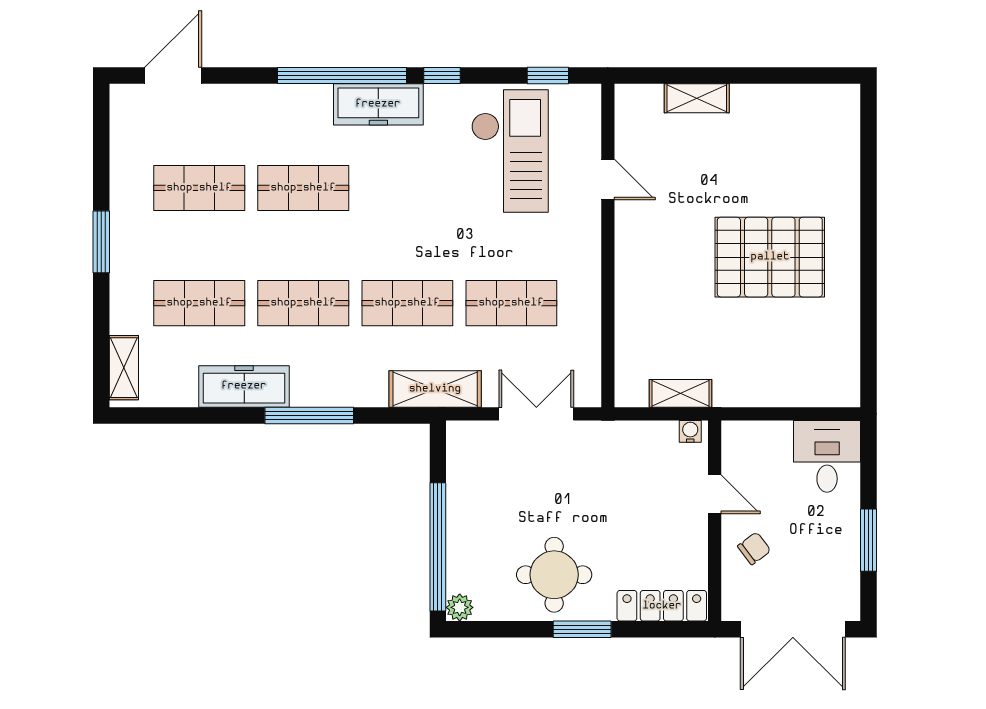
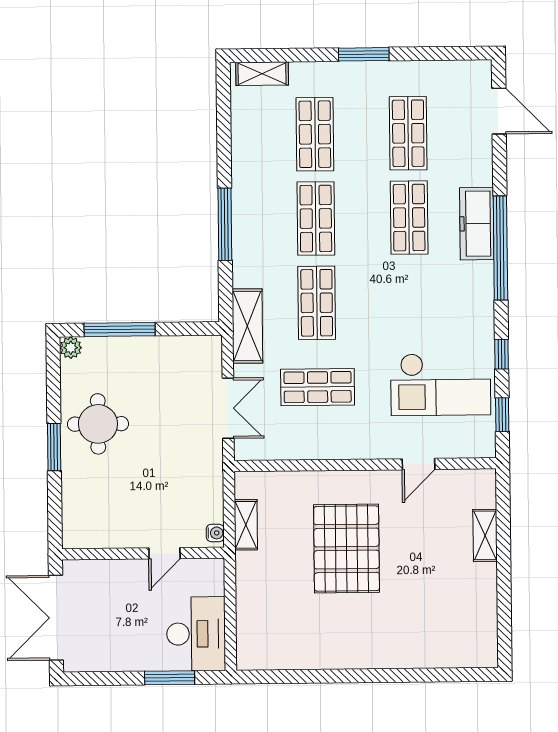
window: (442, 76) -> (502, 354), moved
freezer: (378, 104) -> (477, 224), moved
pallet: (770, 257) -> (347, 549), moved
shop shelf: (511, 303) -> (318, 387), turned 90
freezer: (244, 386) -> (248, 171), removed
desk: (827, 456) -> (196, 634), width x1.37
window: (868, 540) -> (170, 678), moved
window: (438, 547) -> (120, 330), width x0.68
chair: (754, 548) -> (121, 586), removed
locker: (662, 606) -> (74, 511), removed

